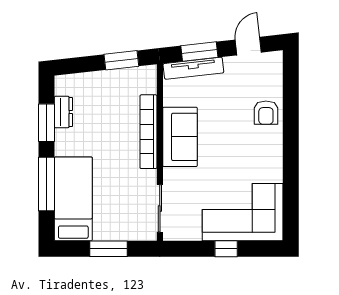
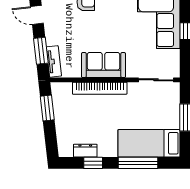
tv unit: (193, 68) -> (54, 61), width x0.71
window: (47, 123) -> (93, 163), width x0.67

